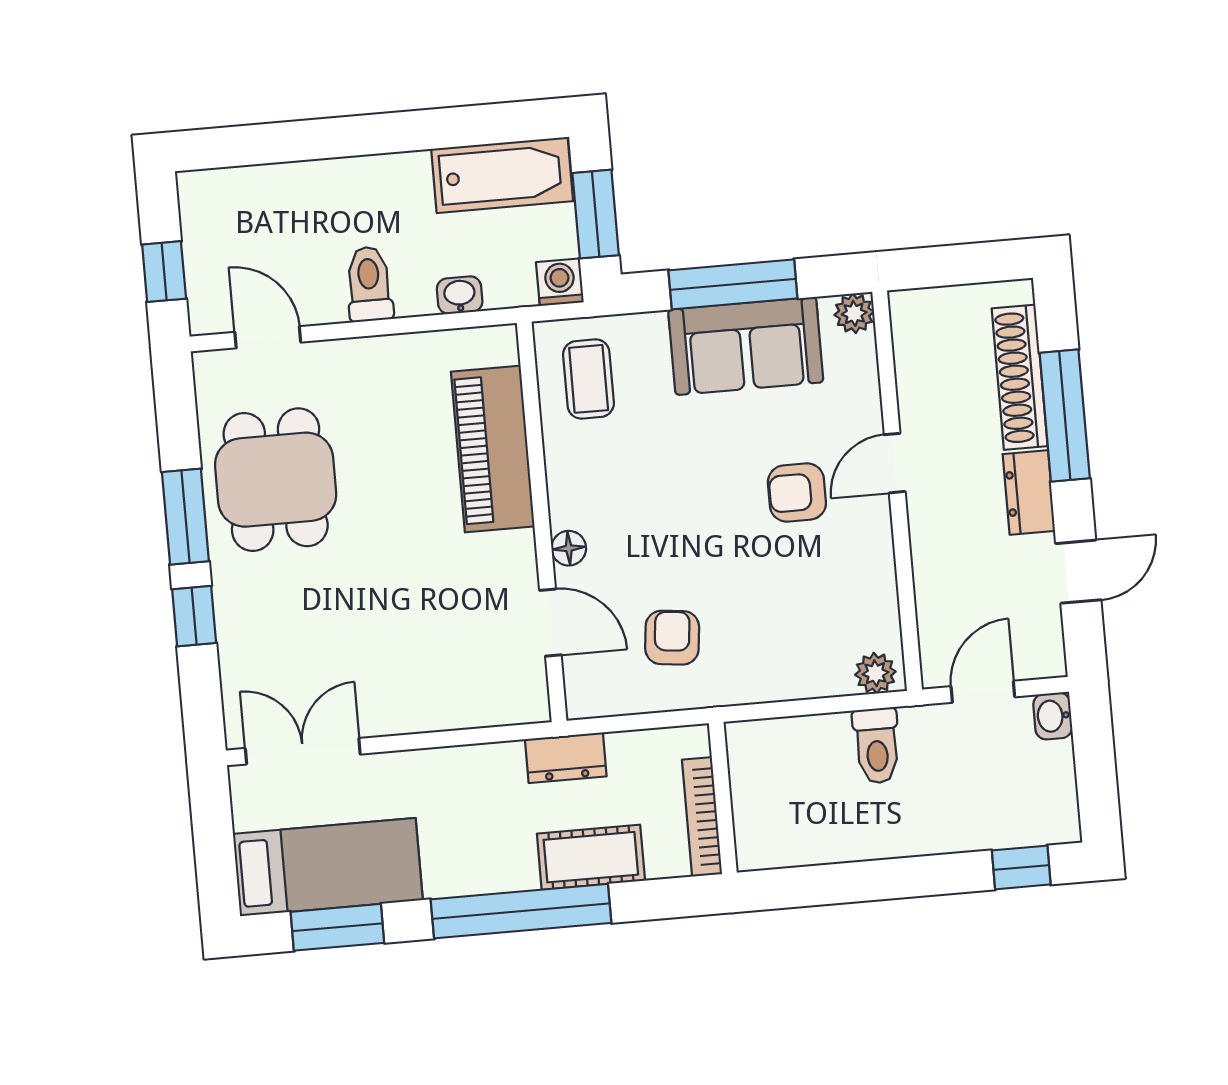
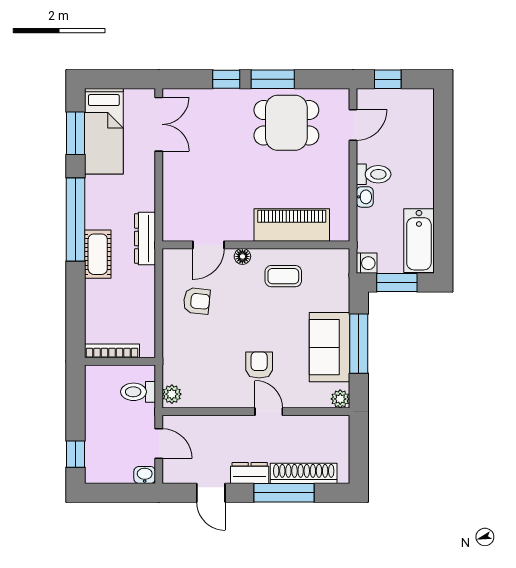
washbasin: (460, 295) -> (365, 197), moved
coffee table: (589, 379) -> (283, 276), moved
dresser: (566, 758) -> (145, 238), width x1.44
wall: (723, 798) -> (120, 361), moved
bookcase: (702, 817) -> (112, 351), moved

